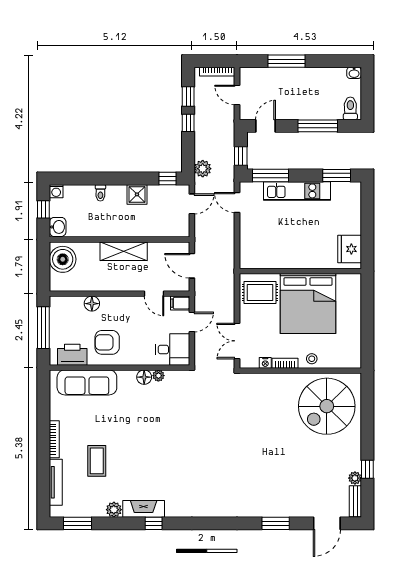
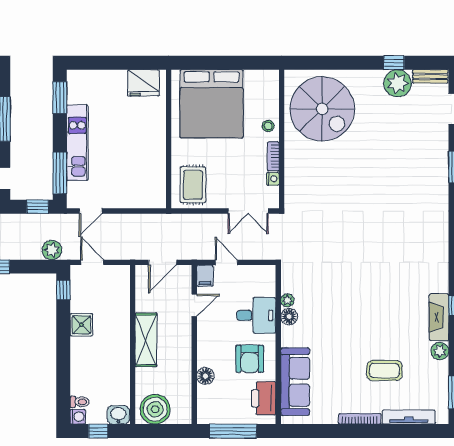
toilet: (100, 193) -> (80, 402), moved
bed: (308, 303) -> (212, 104), moved, turned 90
desk: (173, 349) -> (256, 315), moved, turned 90
plant: (355, 478) -> (398, 83), width x1.88, depth x1.88

